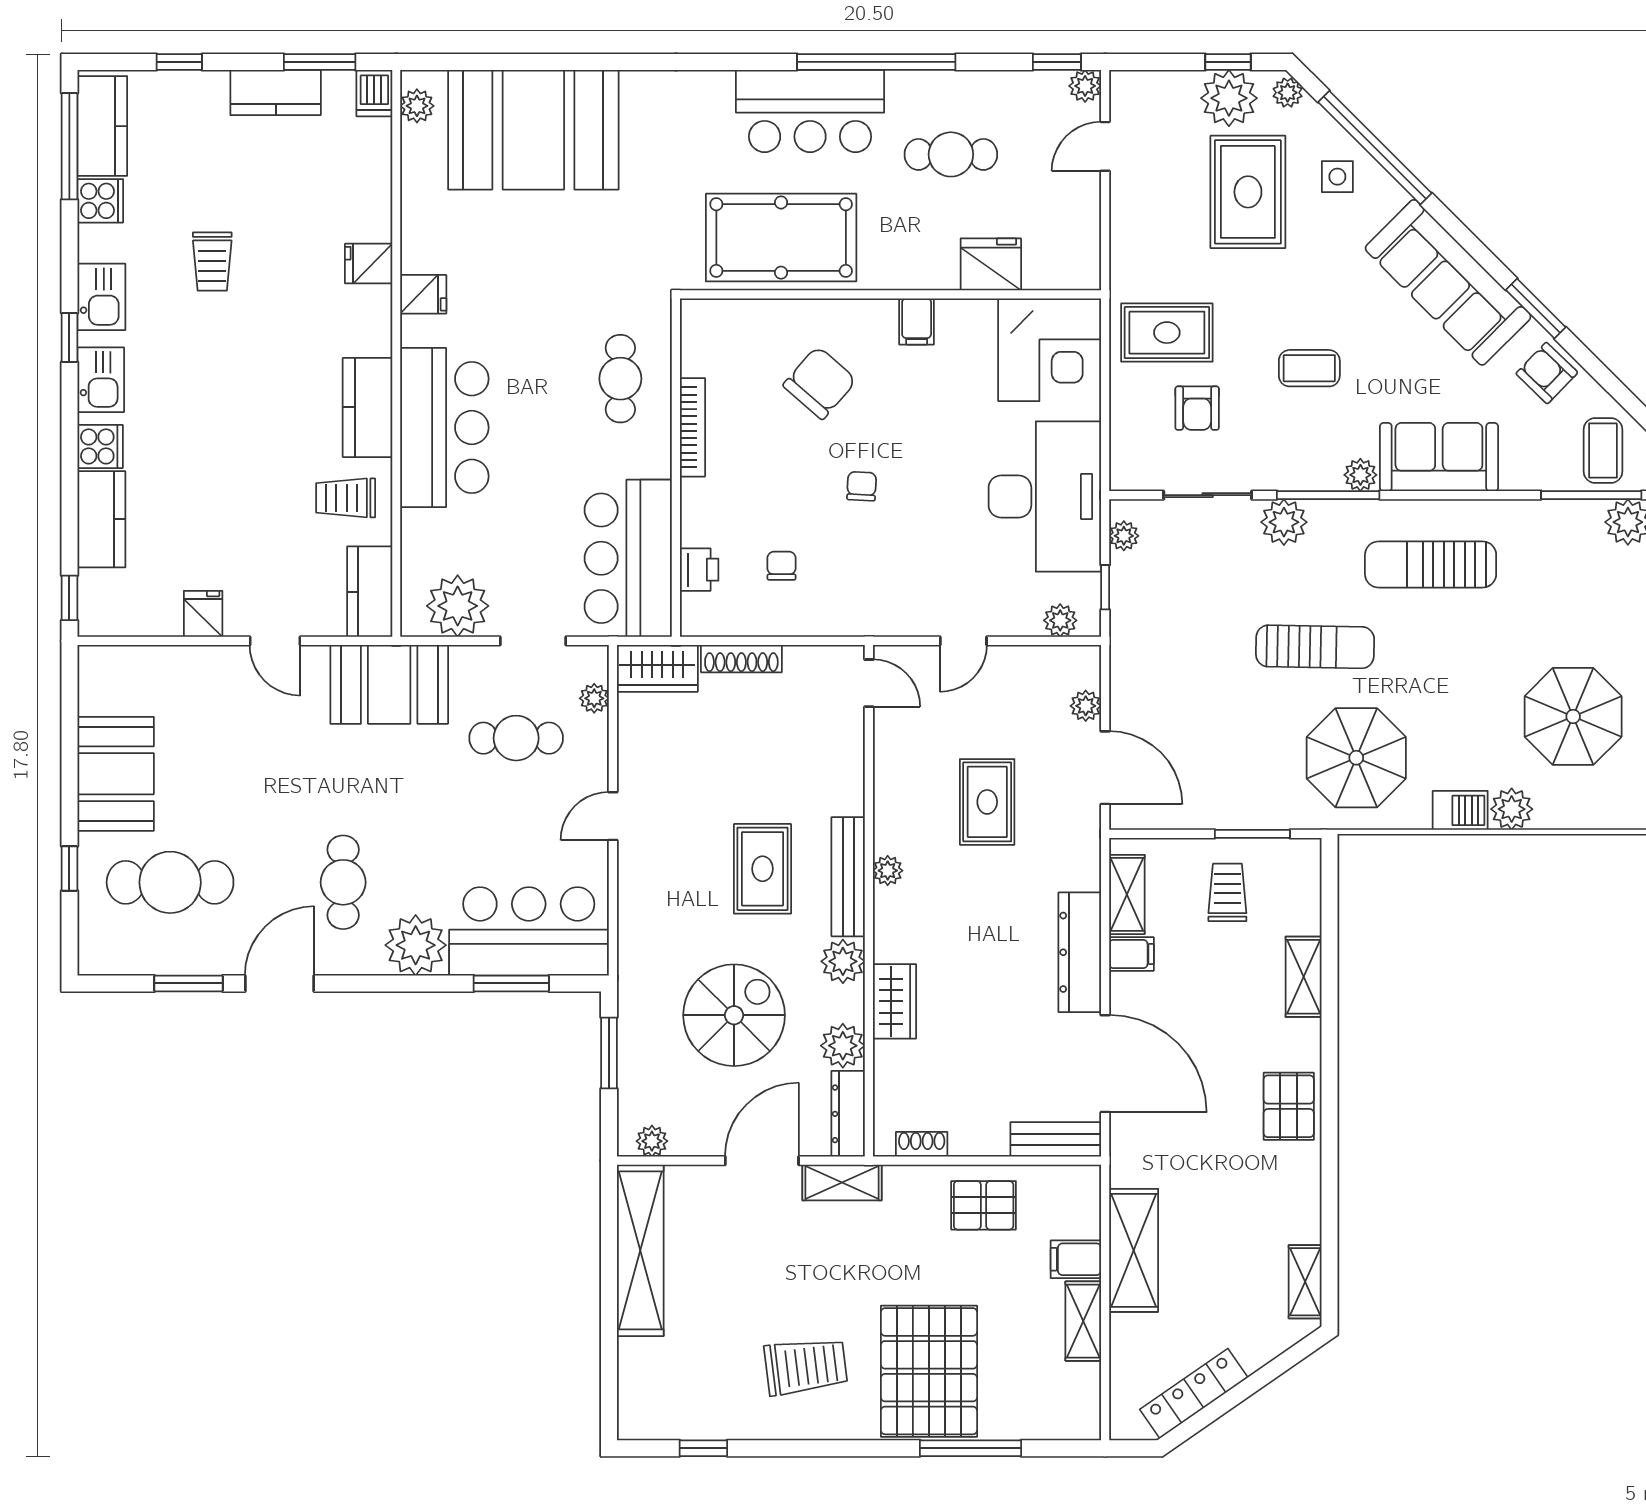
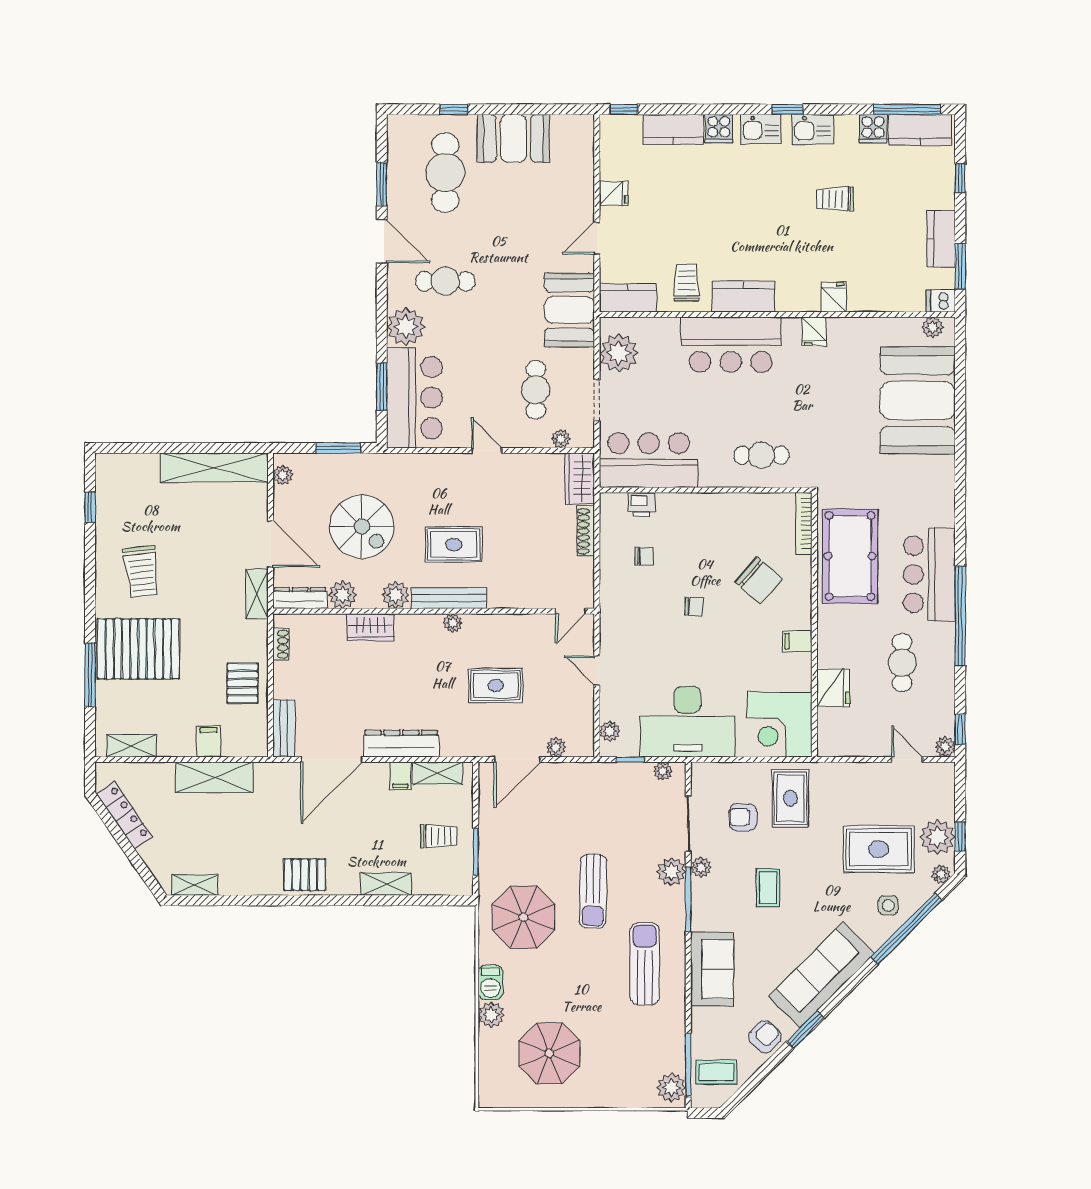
bookcase: (692, 427) -> (804, 523), moved, turned 90
plant: (1360, 475) -> (701, 867), moved
shelving: (1083, 1321) -> (131, 746), moved

